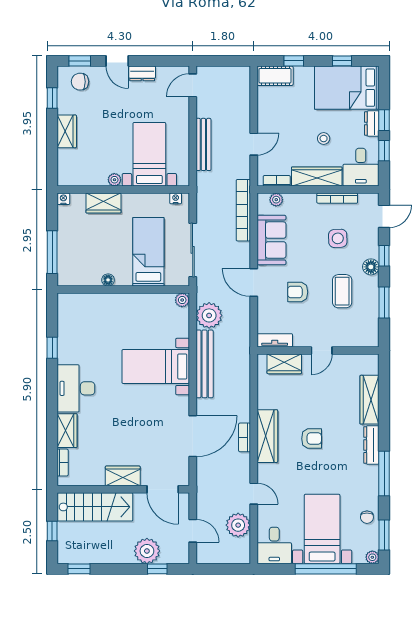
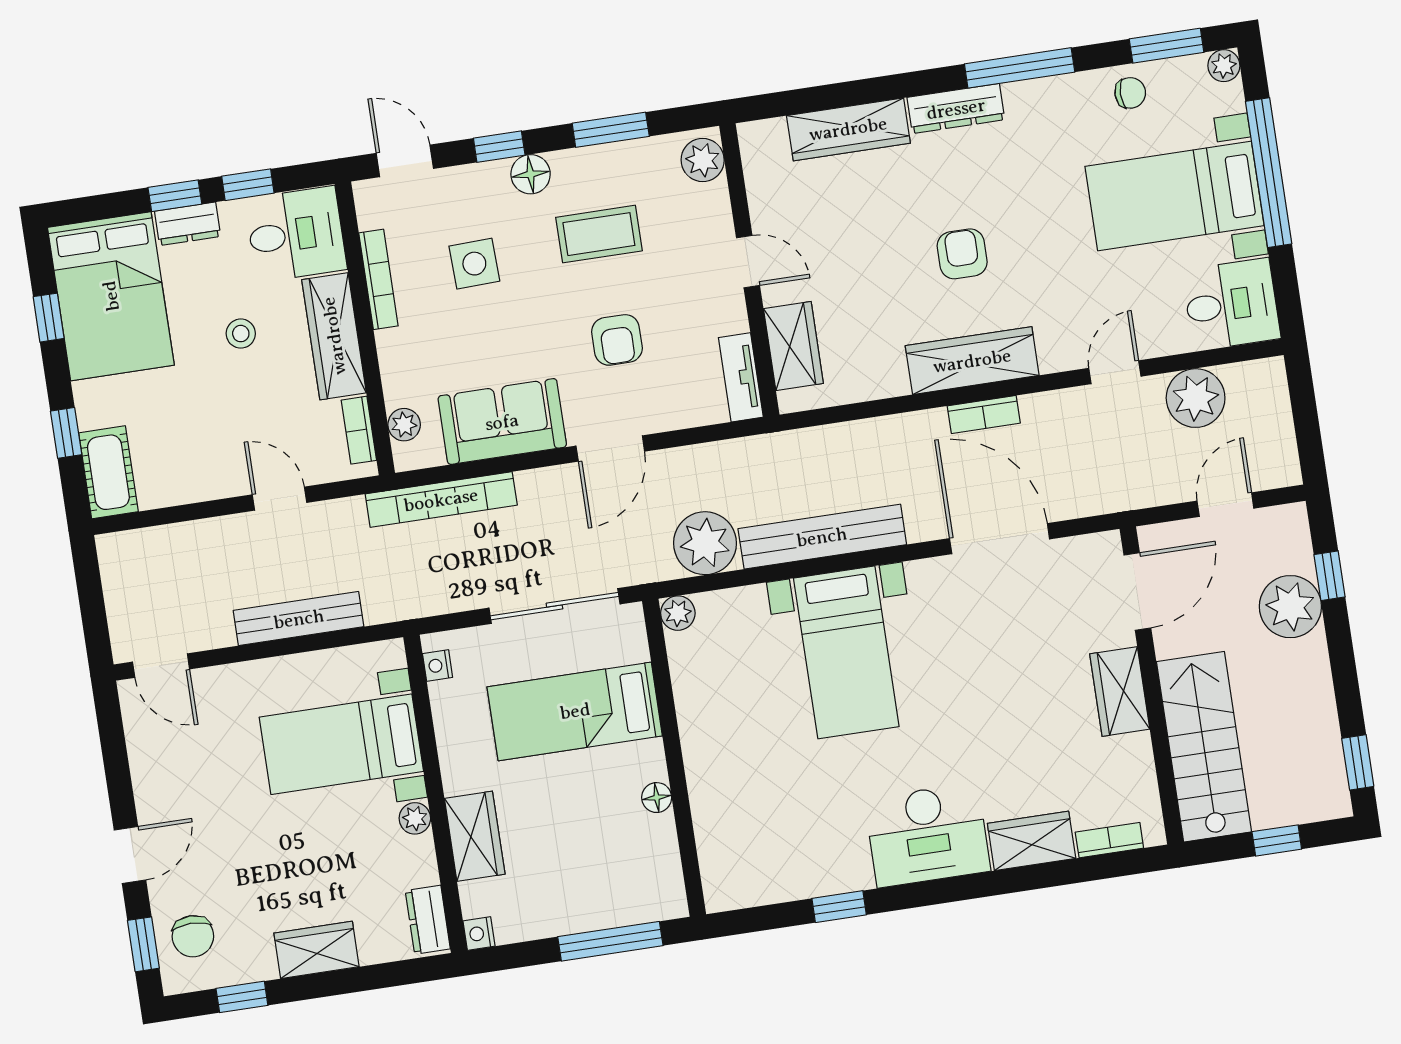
dresser: (142, 73) -> (428, 920), moved, turned 180
plant: (366, 338) -> (703, 160), added

